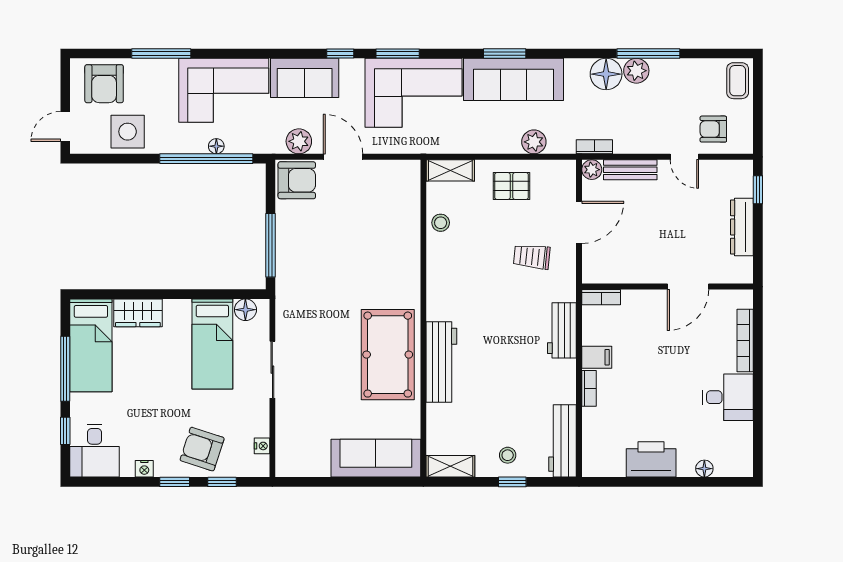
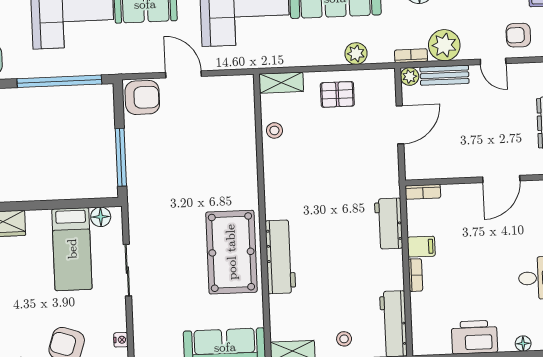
plant: (299, 141) -> (444, 45), moved, width x1.36, depth x1.36
floor lamp: (216, 146) -> (68, 70), removed
trolley: (532, 257) -> (358, 158), removed

